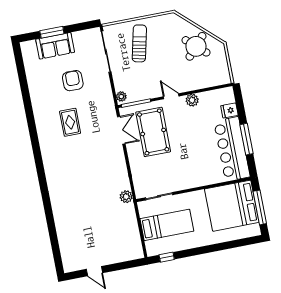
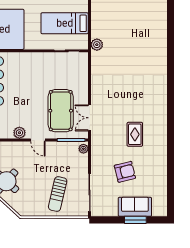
armchair: (73, 81) -> (125, 172), turned -104
plant: (126, 197) -> (97, 45), moved

